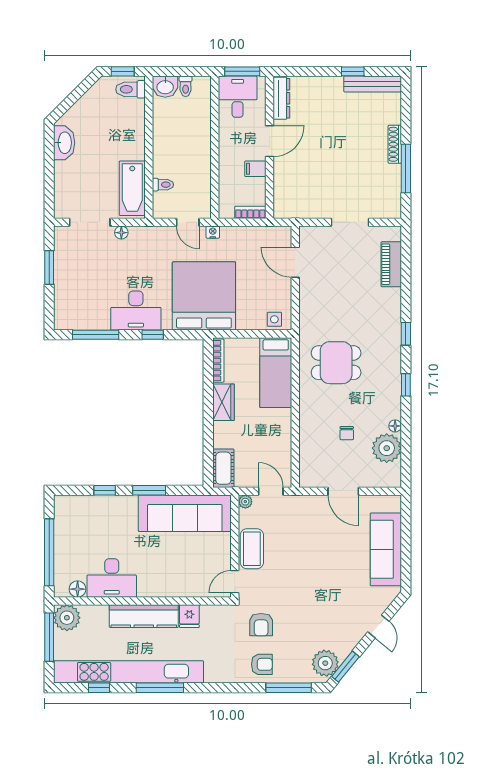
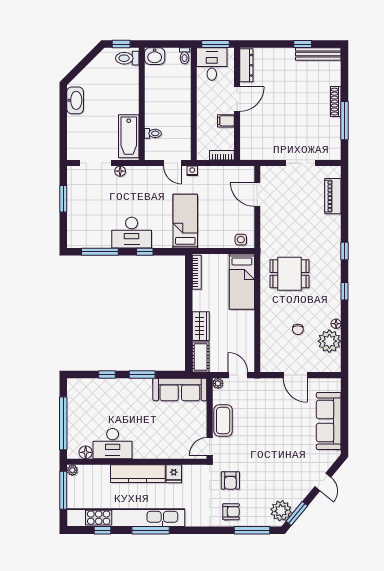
toilet: (186, 86) -> (185, 56), moved
bed: (204, 296) -> (185, 221), width x0.49
wardrobe: (224, 402) -> (201, 326), moved
sofa: (185, 513) -> (180, 389), width x0.74, depth x0.79
plant: (67, 618) -> (72, 470), width x0.53, depth x0.53

